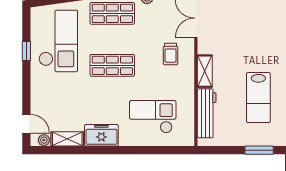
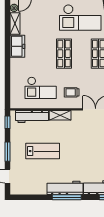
lab bench: (258, 97) -> (43, 151), turned 180
checkout: (153, 117) -> (41, 88), moved, turned 90
window: (215, 150) -> (7, 122), added

